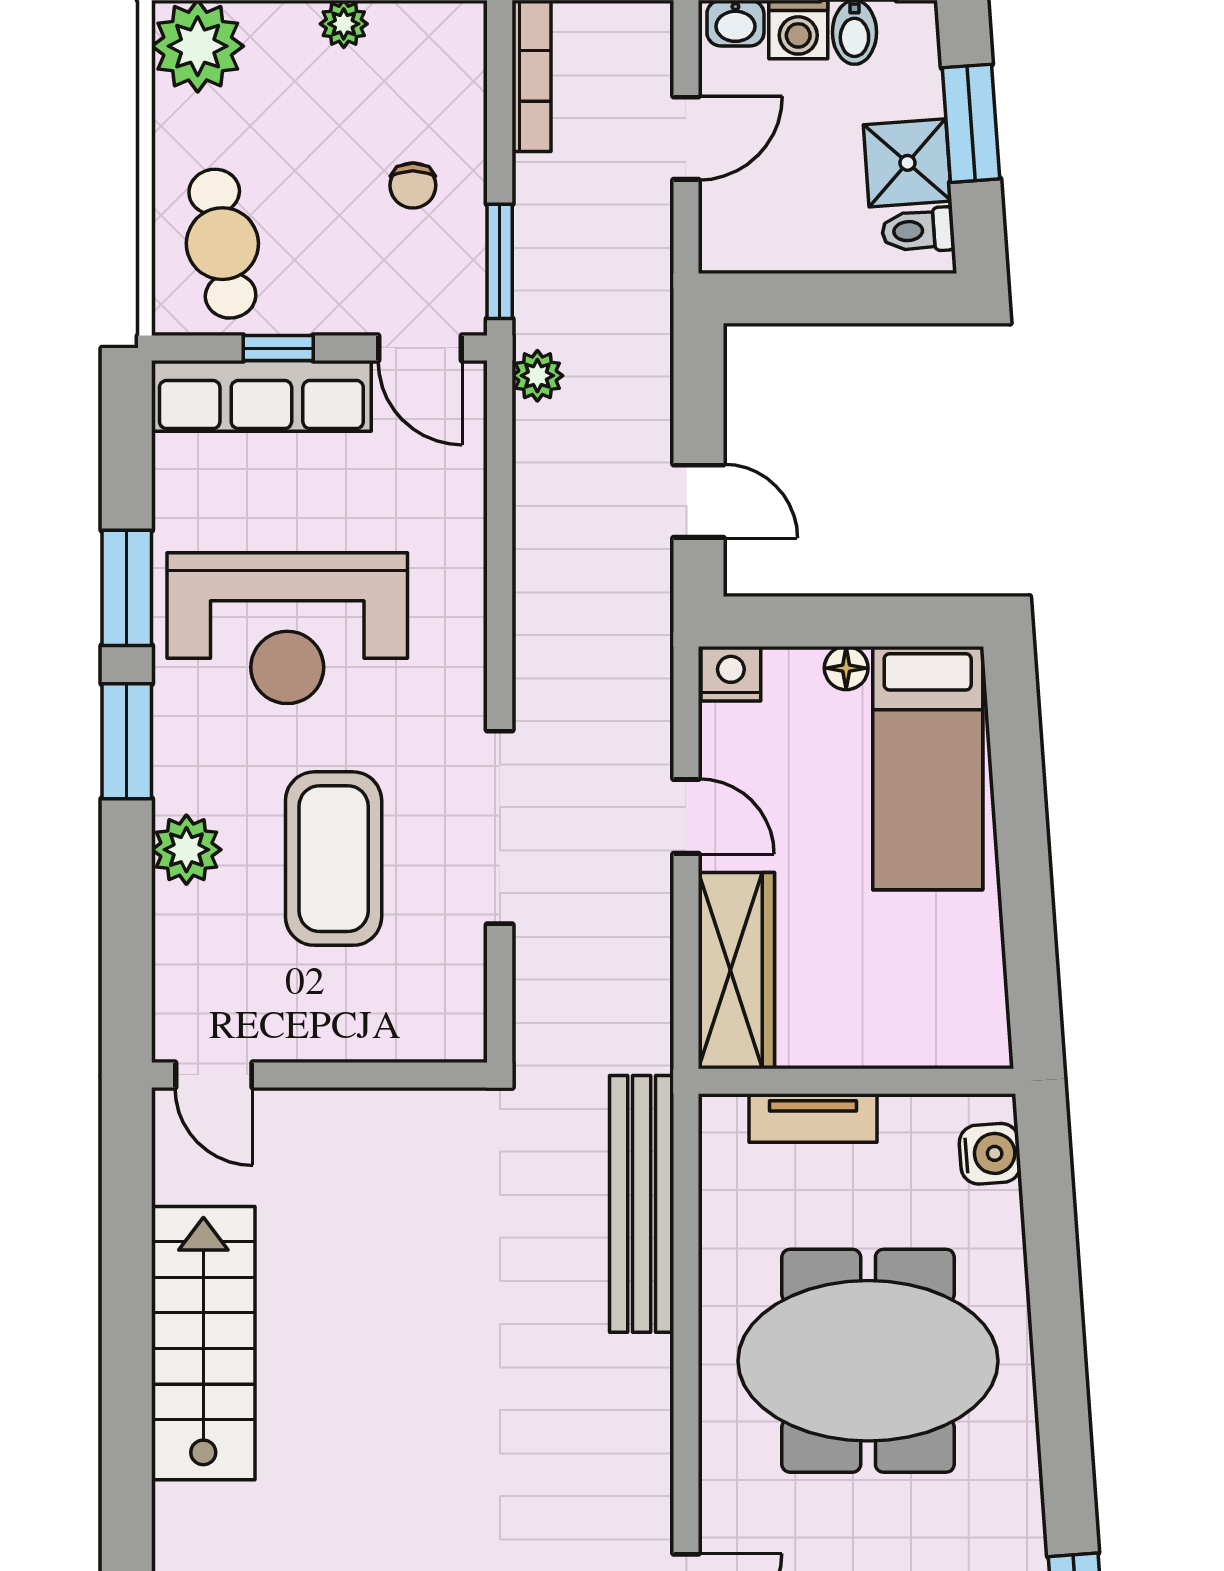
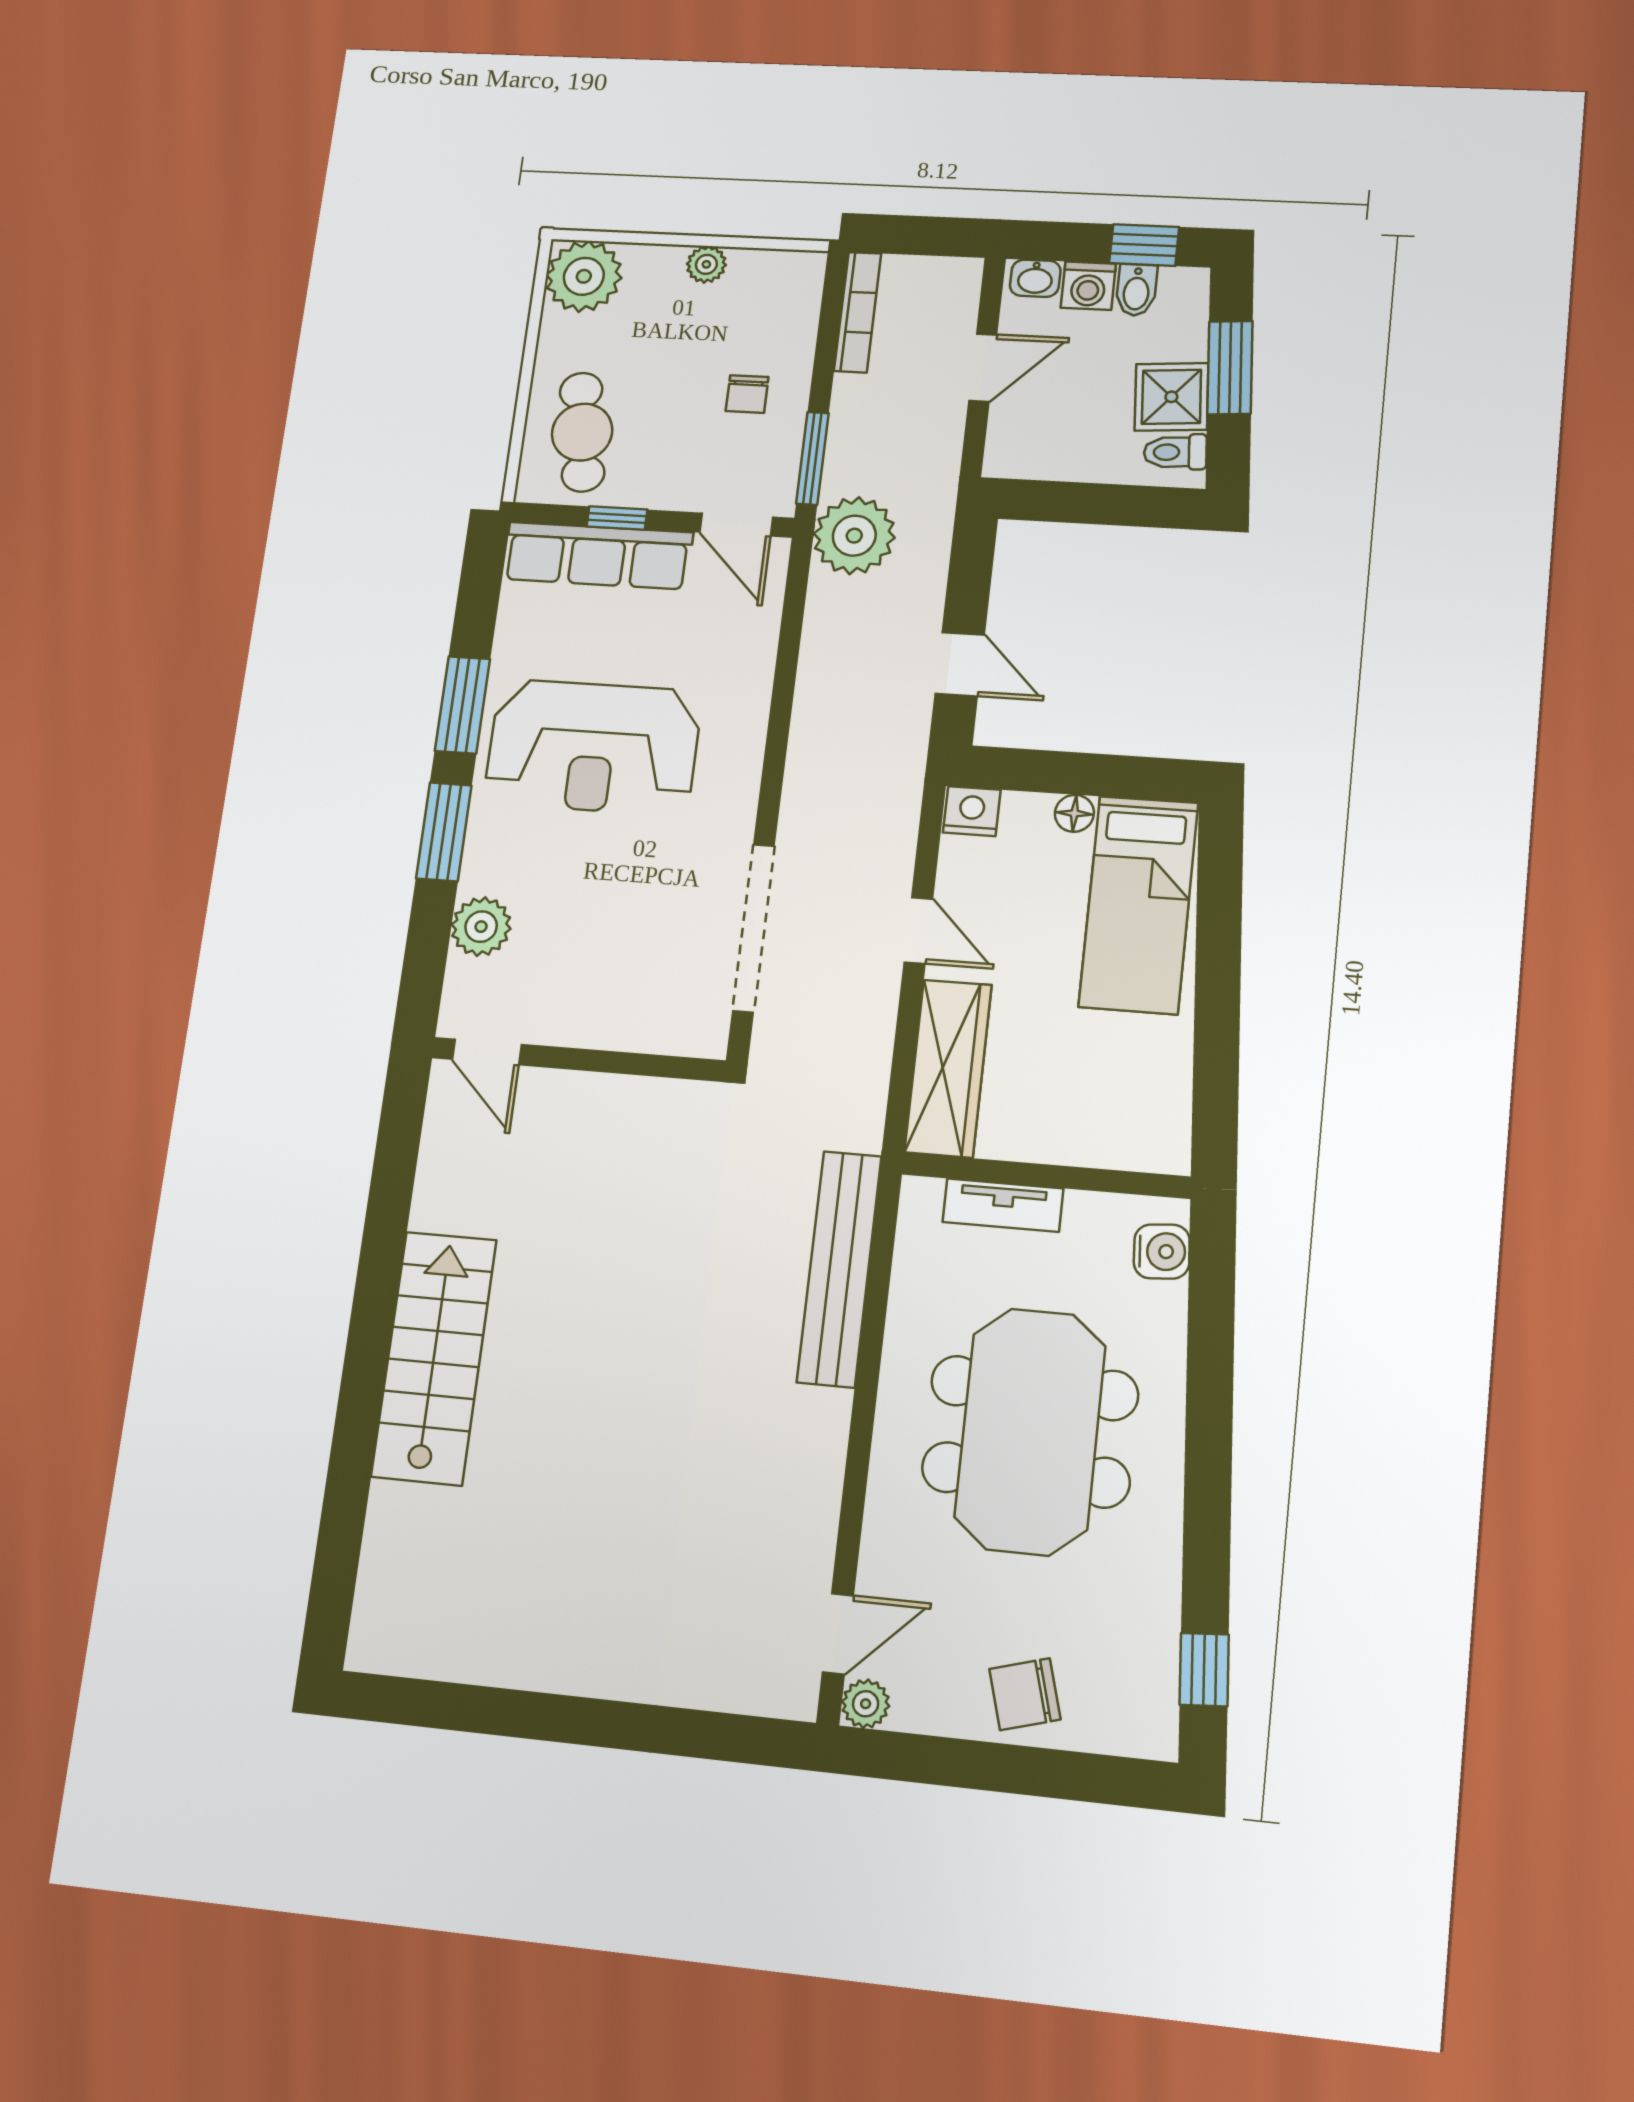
plant: (537, 376) -> (854, 536), width x1.88, depth x1.88
coffee table: (334, 859) -> (606, 944), removed
door: (214, 1075) -> (487, 1052), moved
wall: (319, 1075) -> (578, 1059), moved
meeting table: (868, 1361) -> (1030, 1431), turned 90

